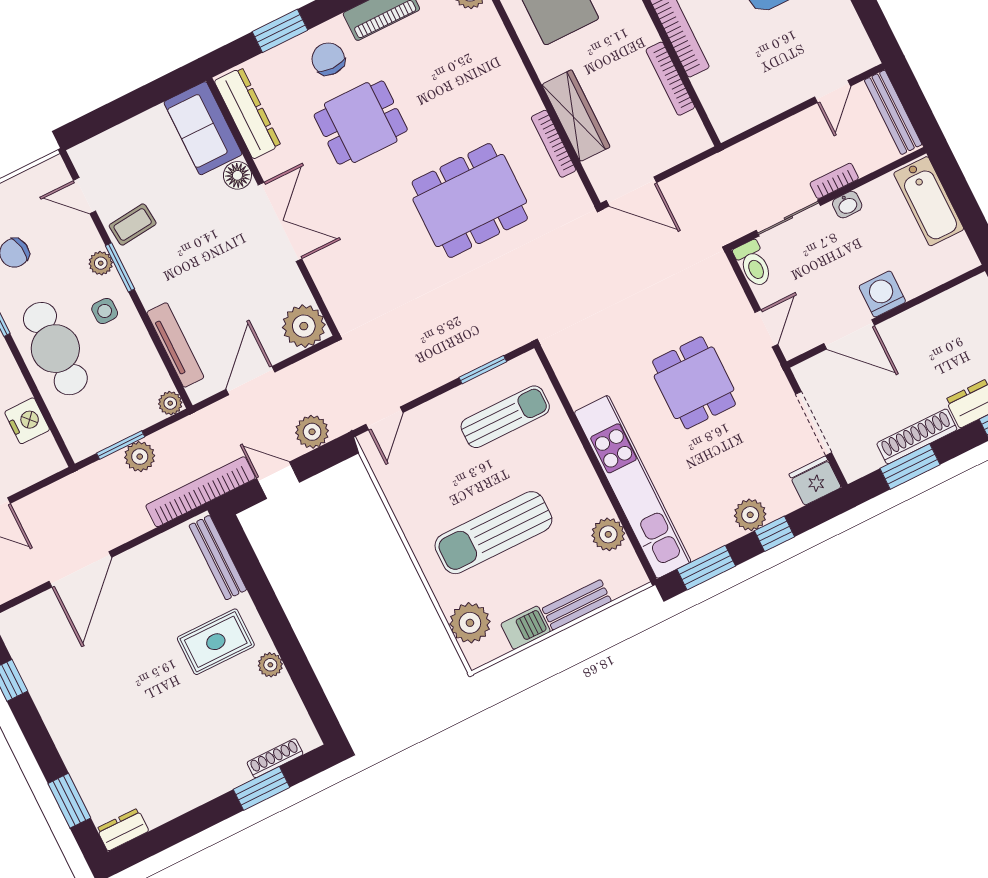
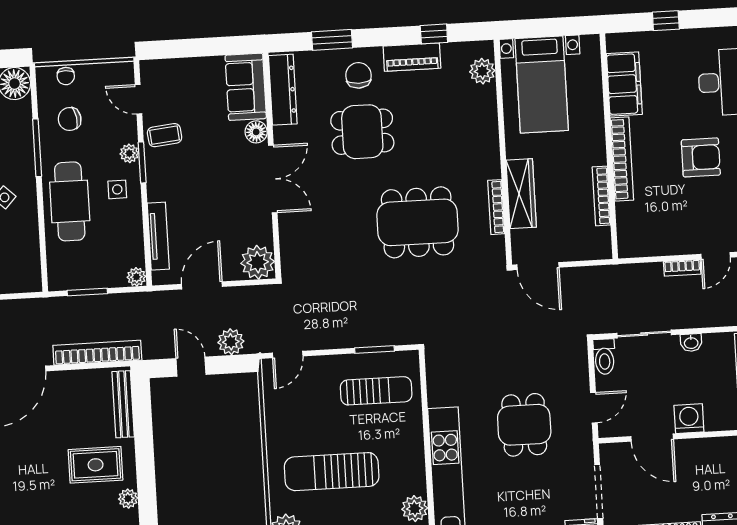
bookcase: (834, 181) -> (682, 268), moved, turned 180
nightstand: (27, 421) -> (27, 245), removed
plant: (140, 457) -> (98, 306), removed
bookcase: (200, 492) -> (97, 353), moved

